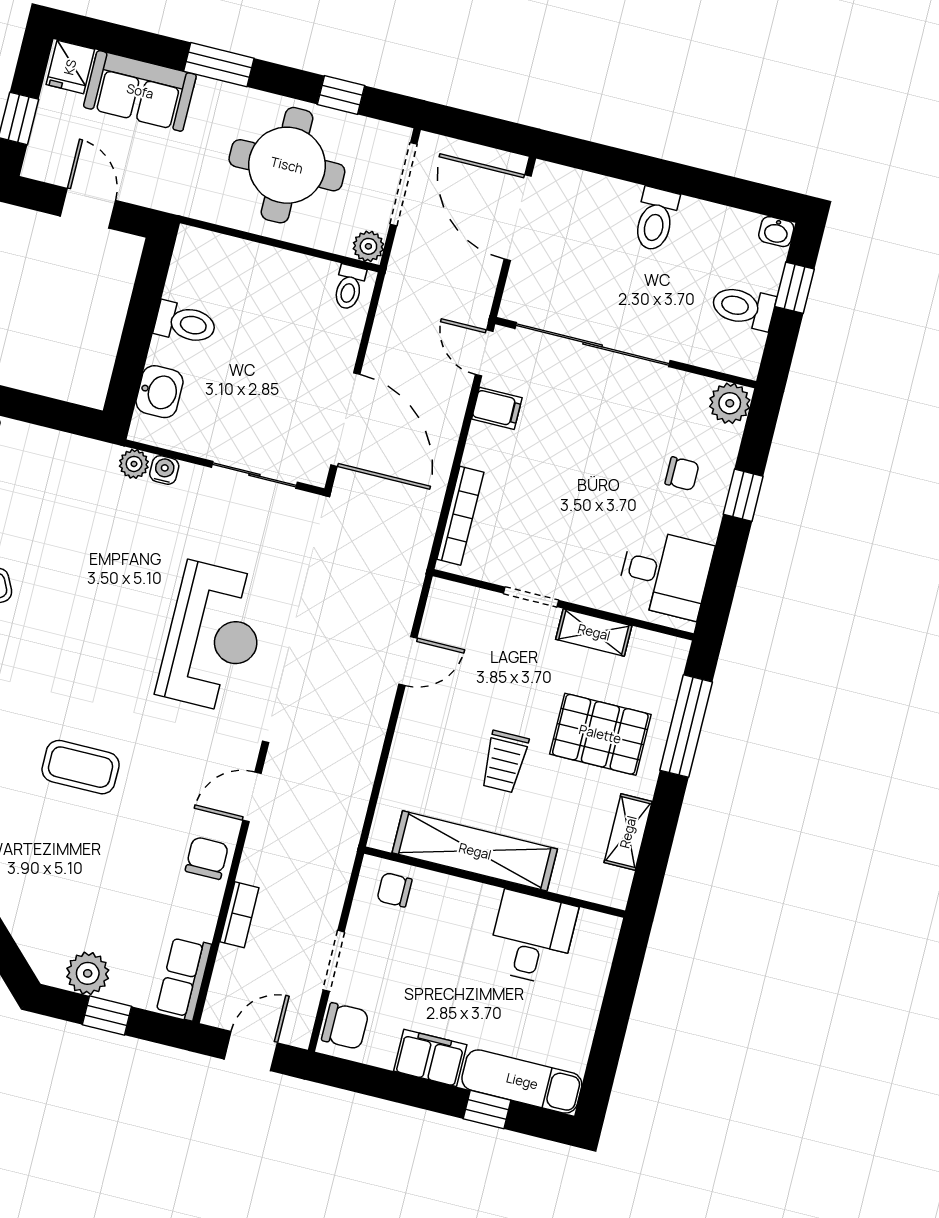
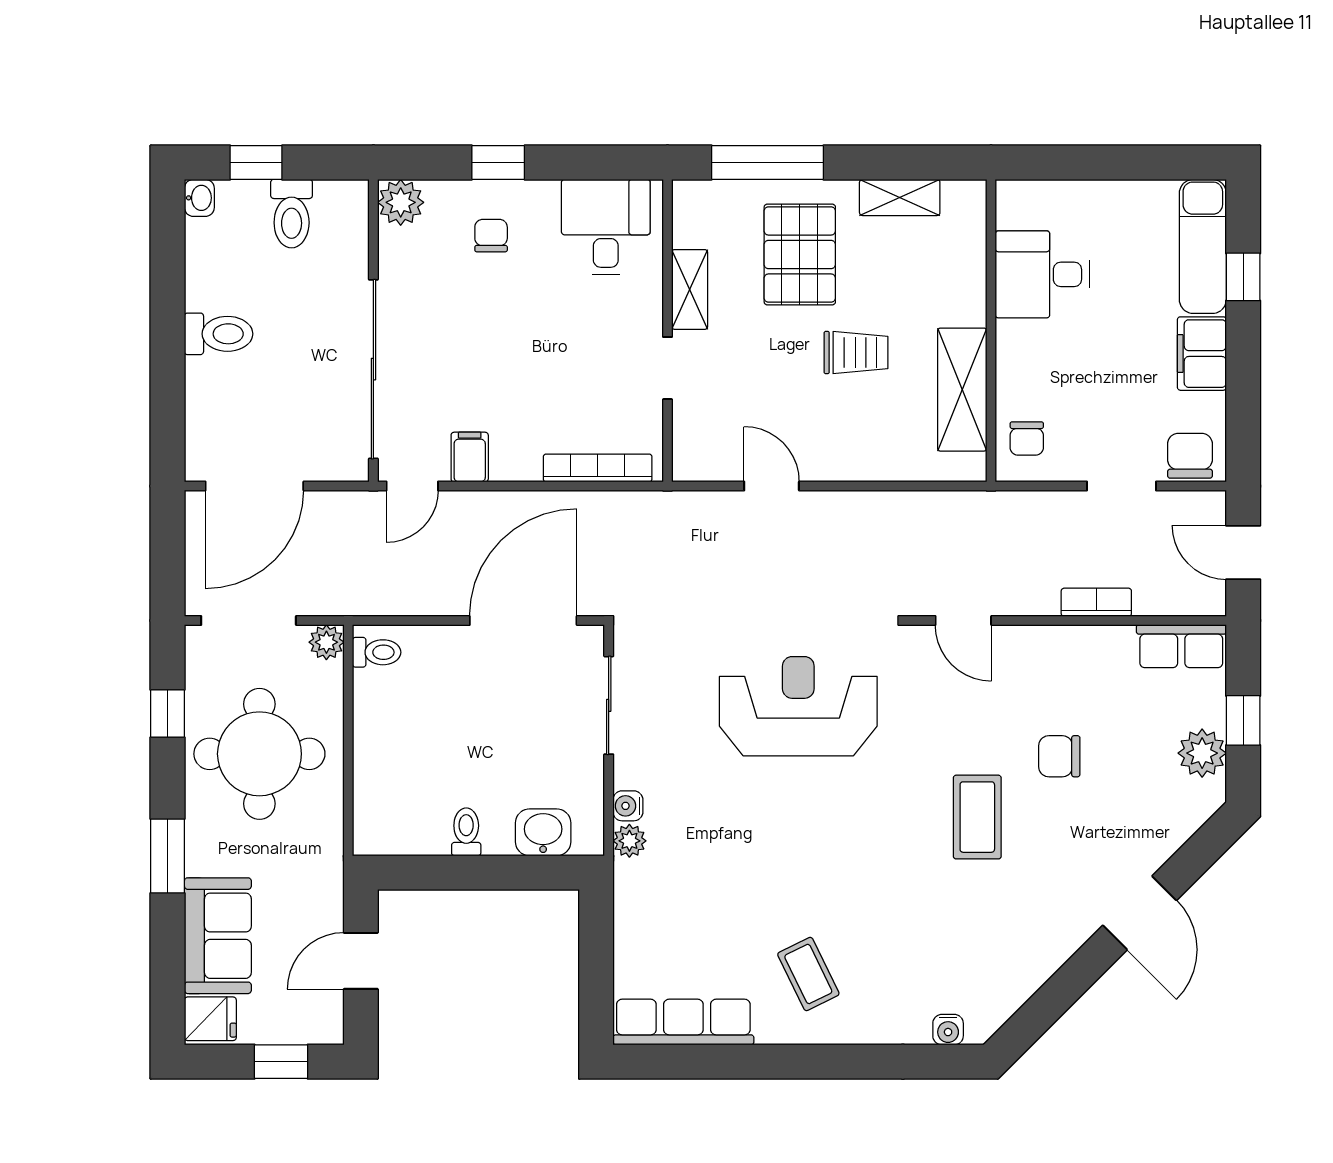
toilet: (185, 323) -> (466, 832), width x0.73, depth x0.72
shelving: (475, 851) -> (962, 390), width x0.68
chair: (207, 858) -> (1059, 756), moved

